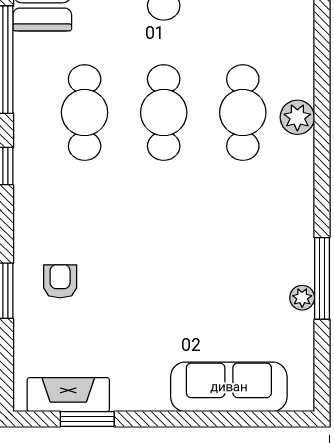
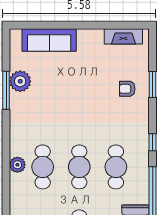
armchair: (60, 281) -> (127, 89), turned 90
plant: (302, 298) -> (20, 81), width x1.88, depth x1.88
window: (87, 419) -> (115, 25), removed

